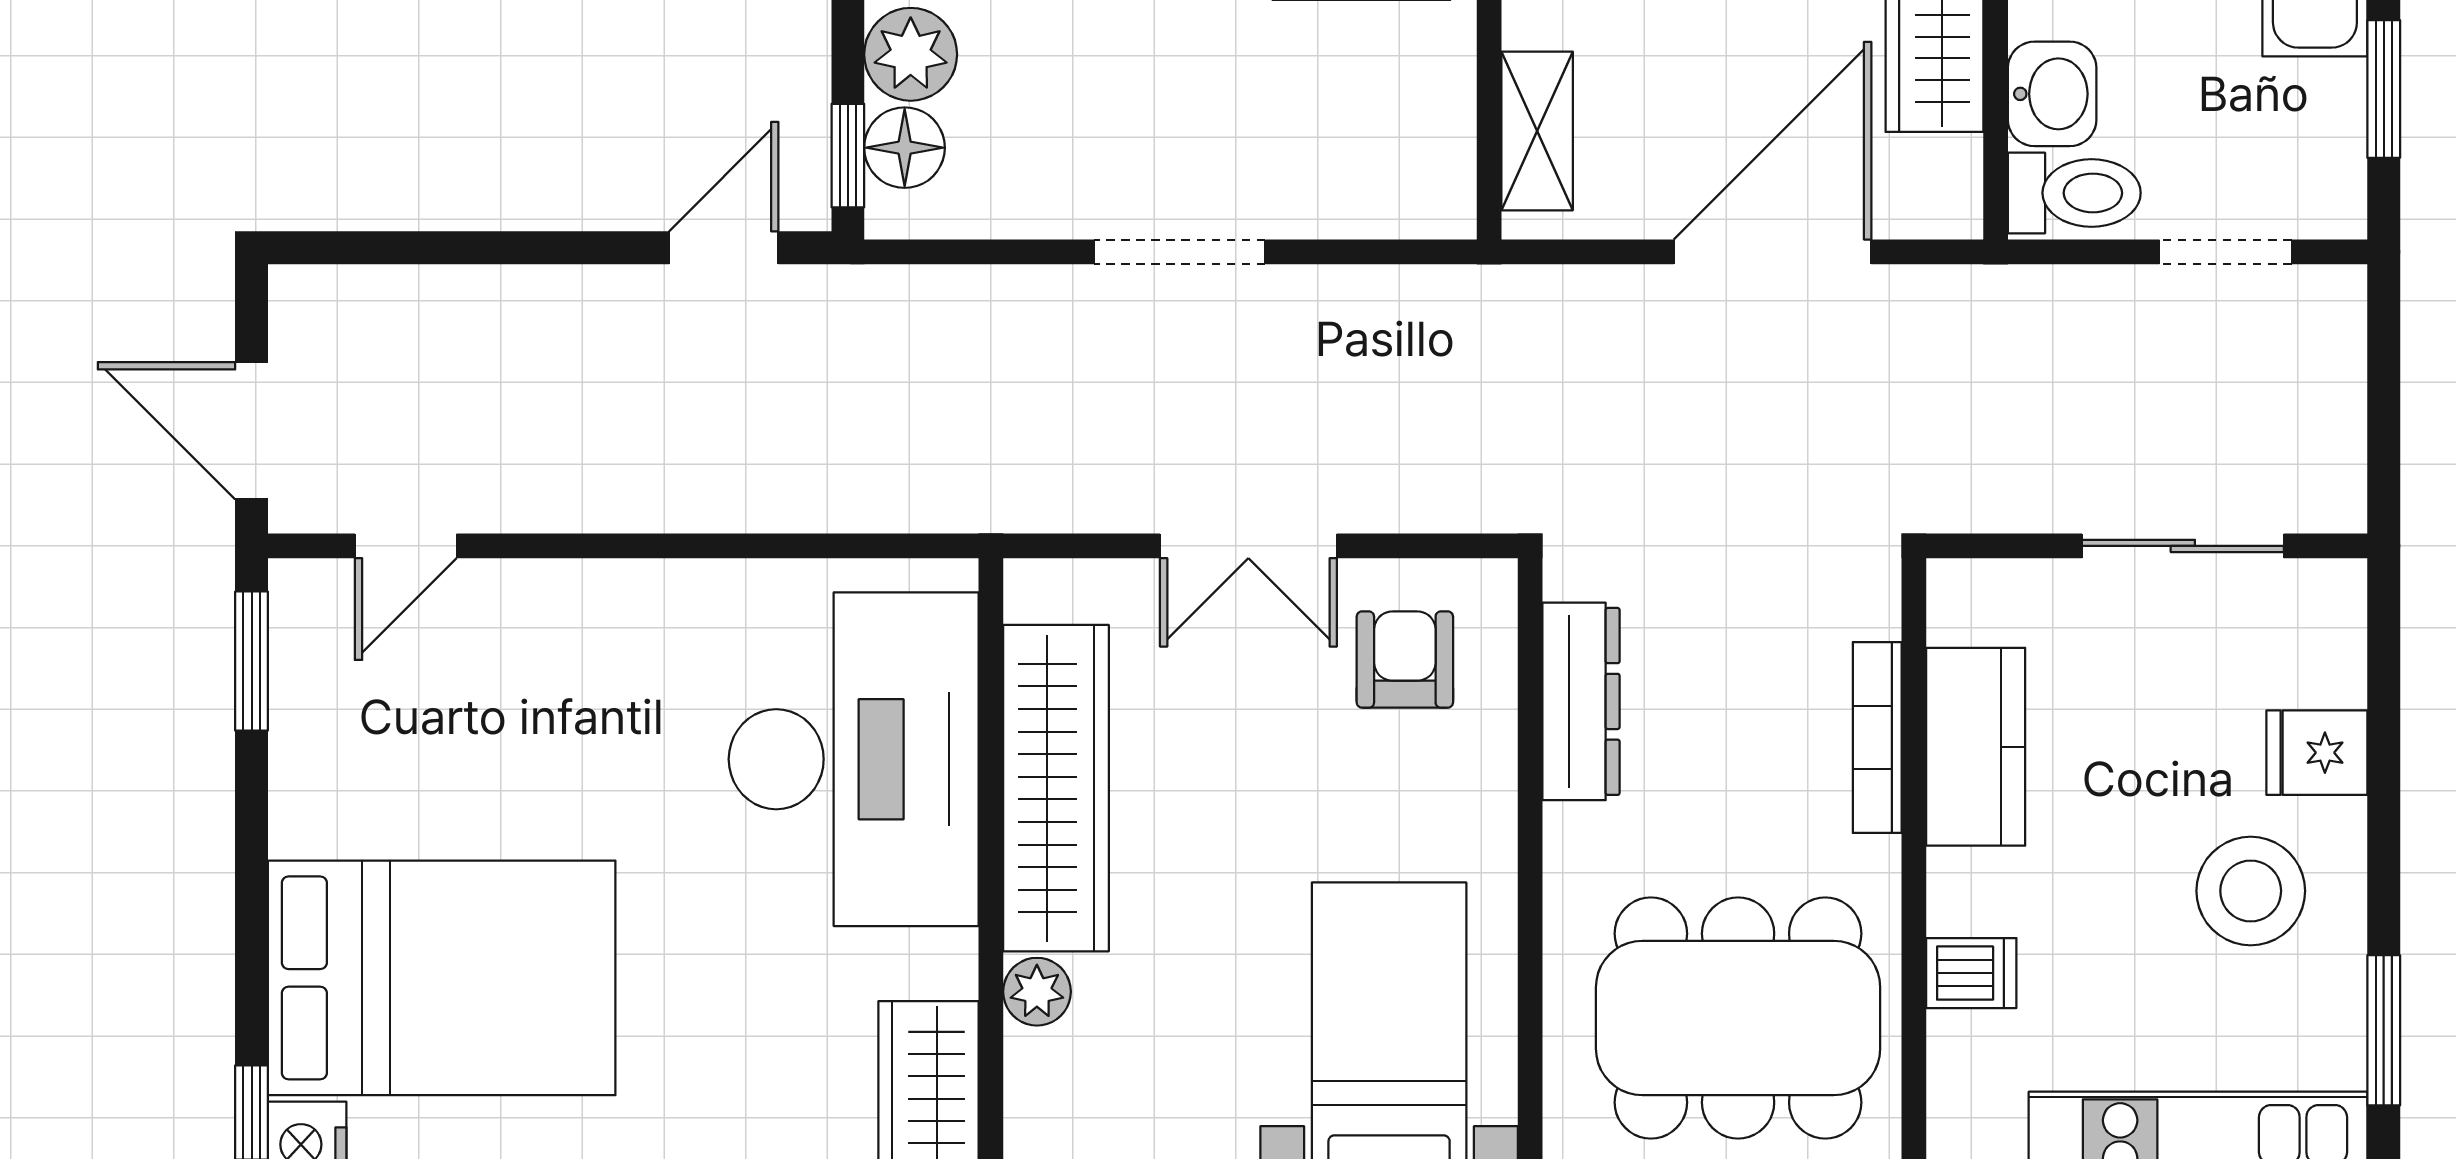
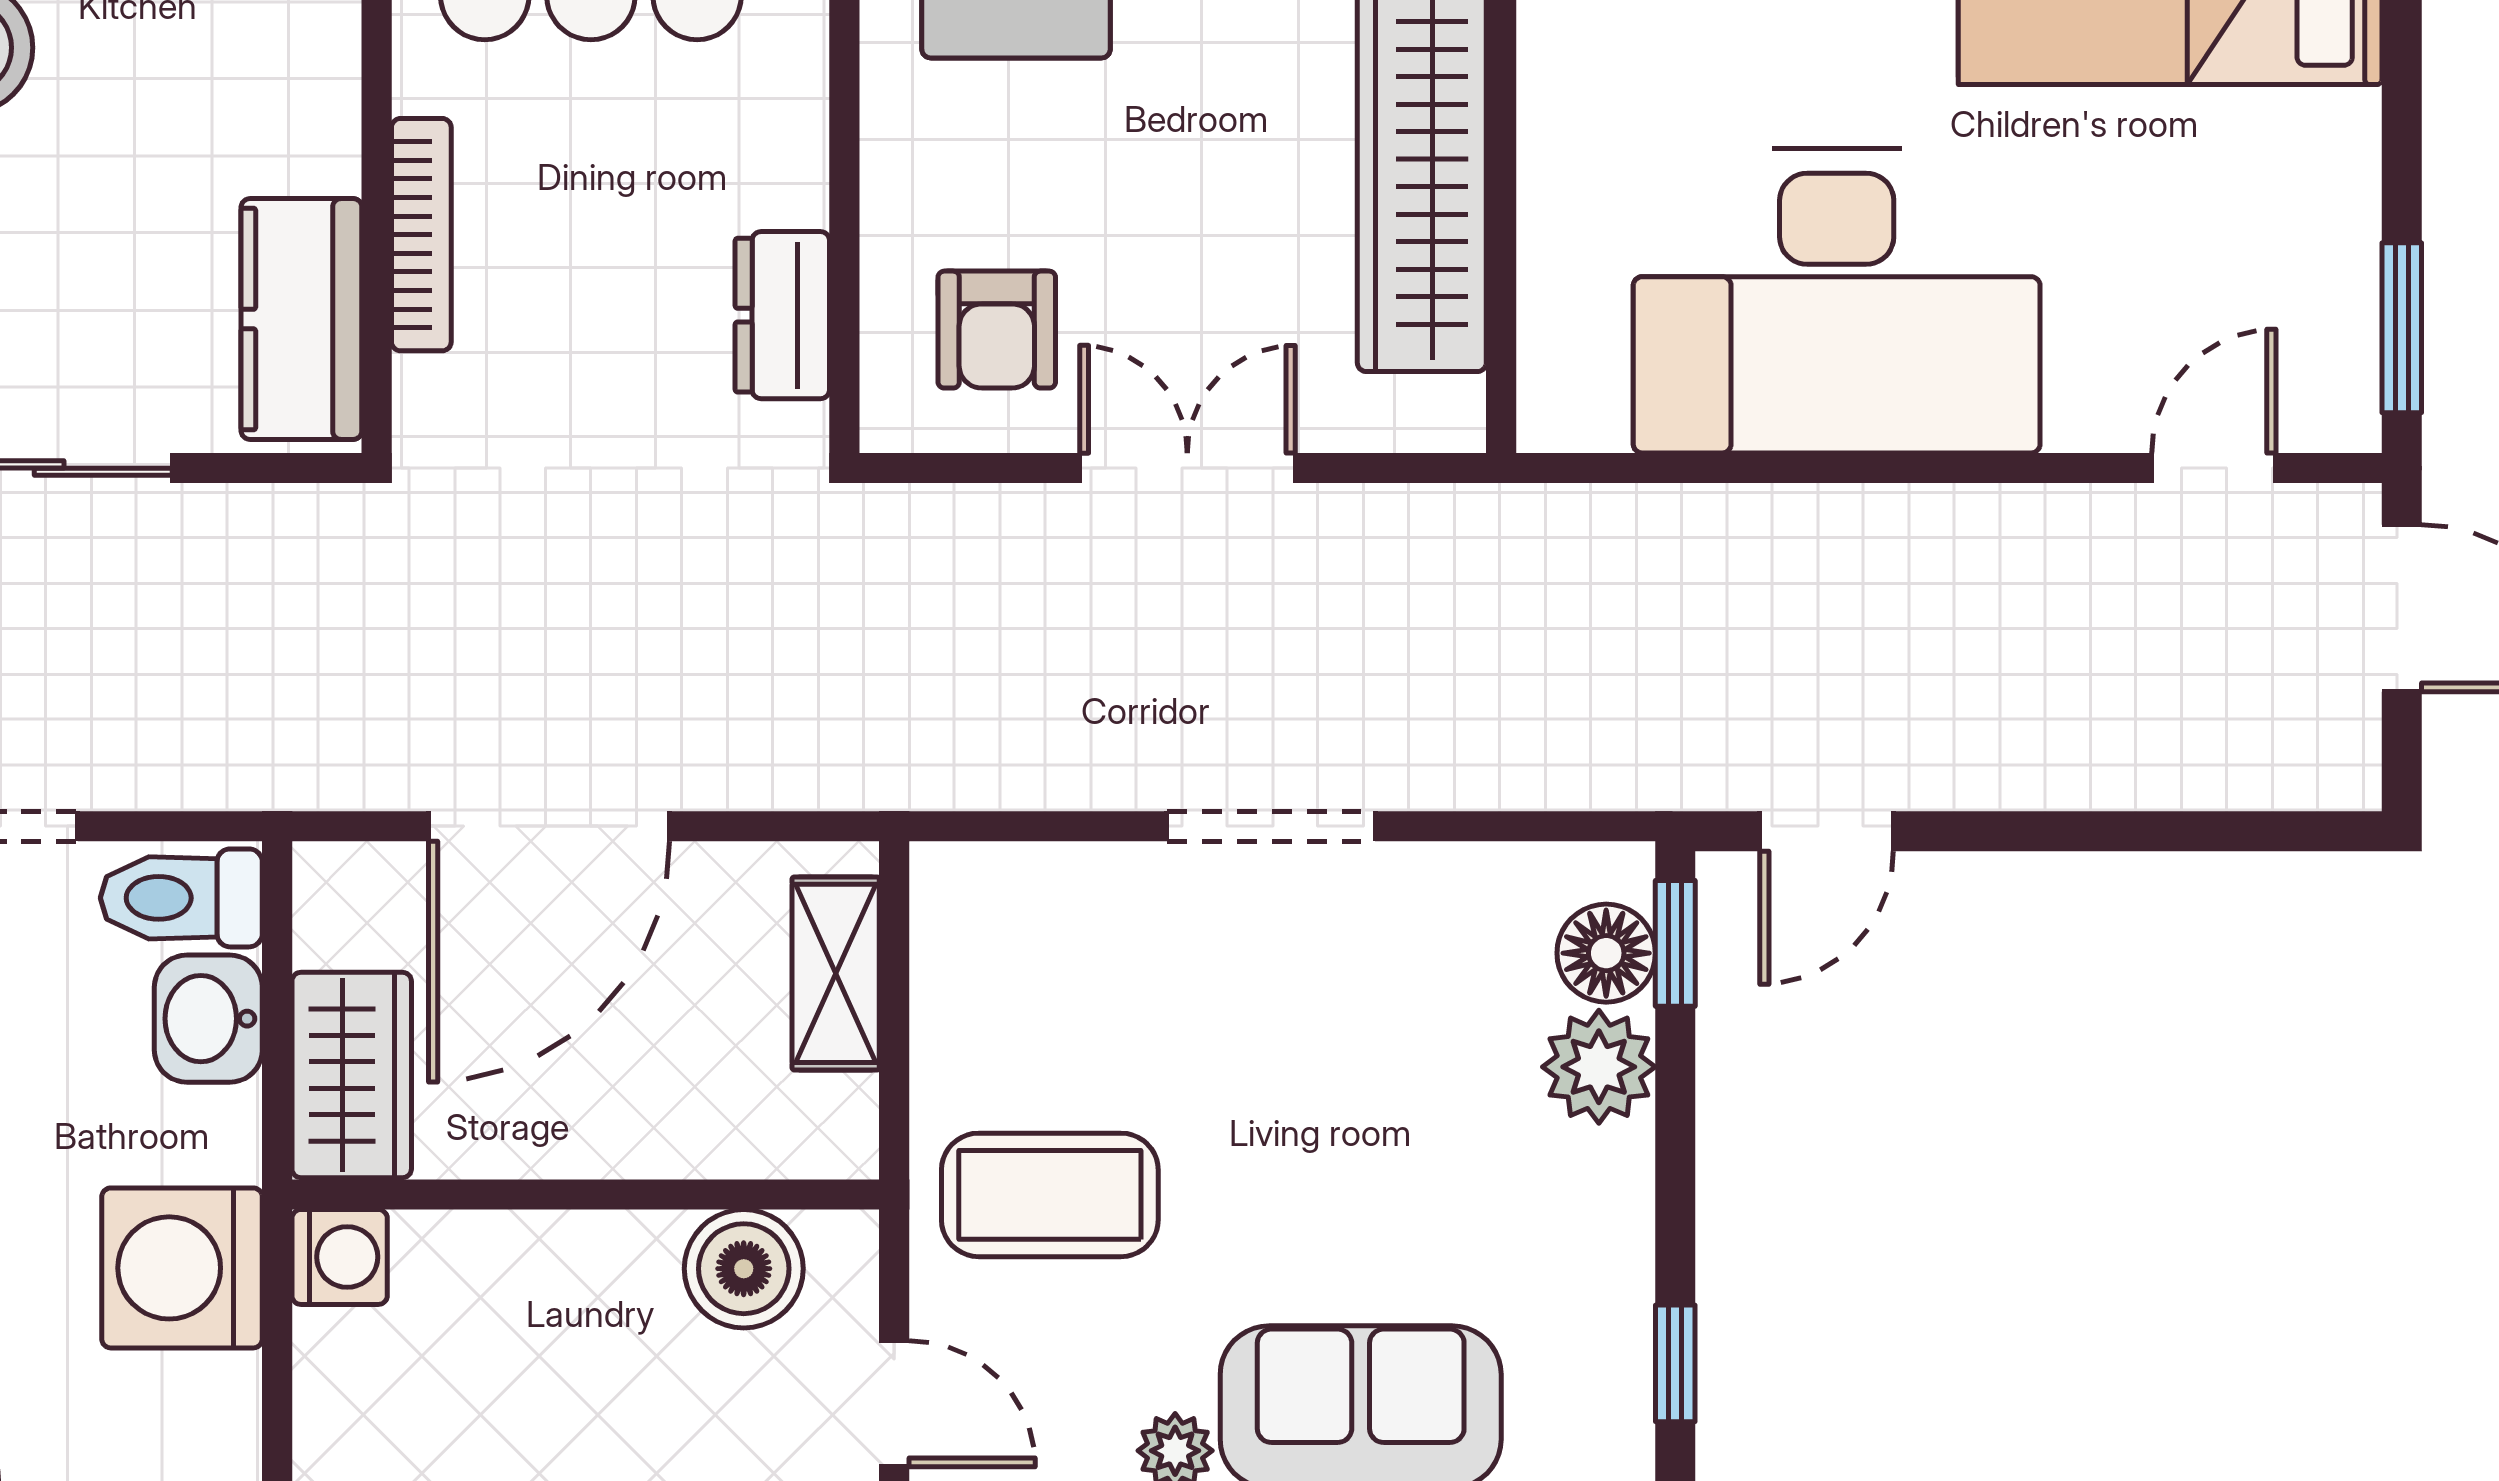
dresser: (1581, 701) -> (782, 315), width x0.70
kitchen counter: (1976, 747) -> (301, 319), moved
desk: (854, 759) -> (1837, 301), moved, turned -90

